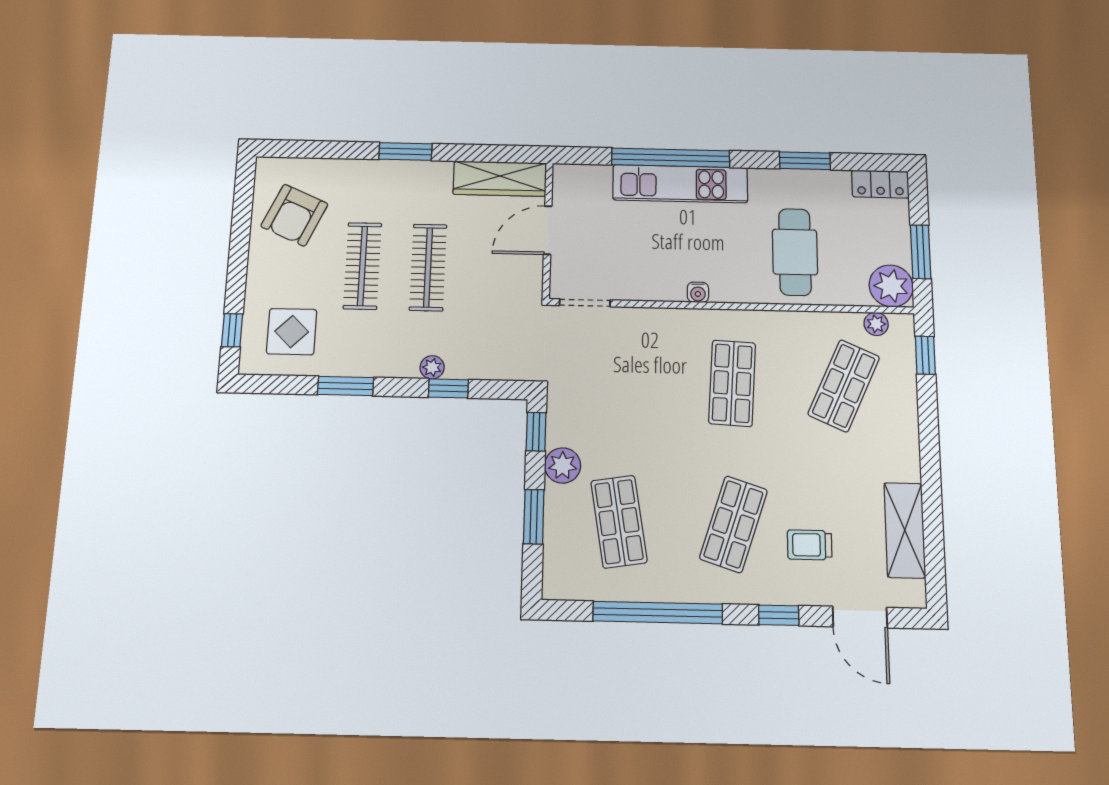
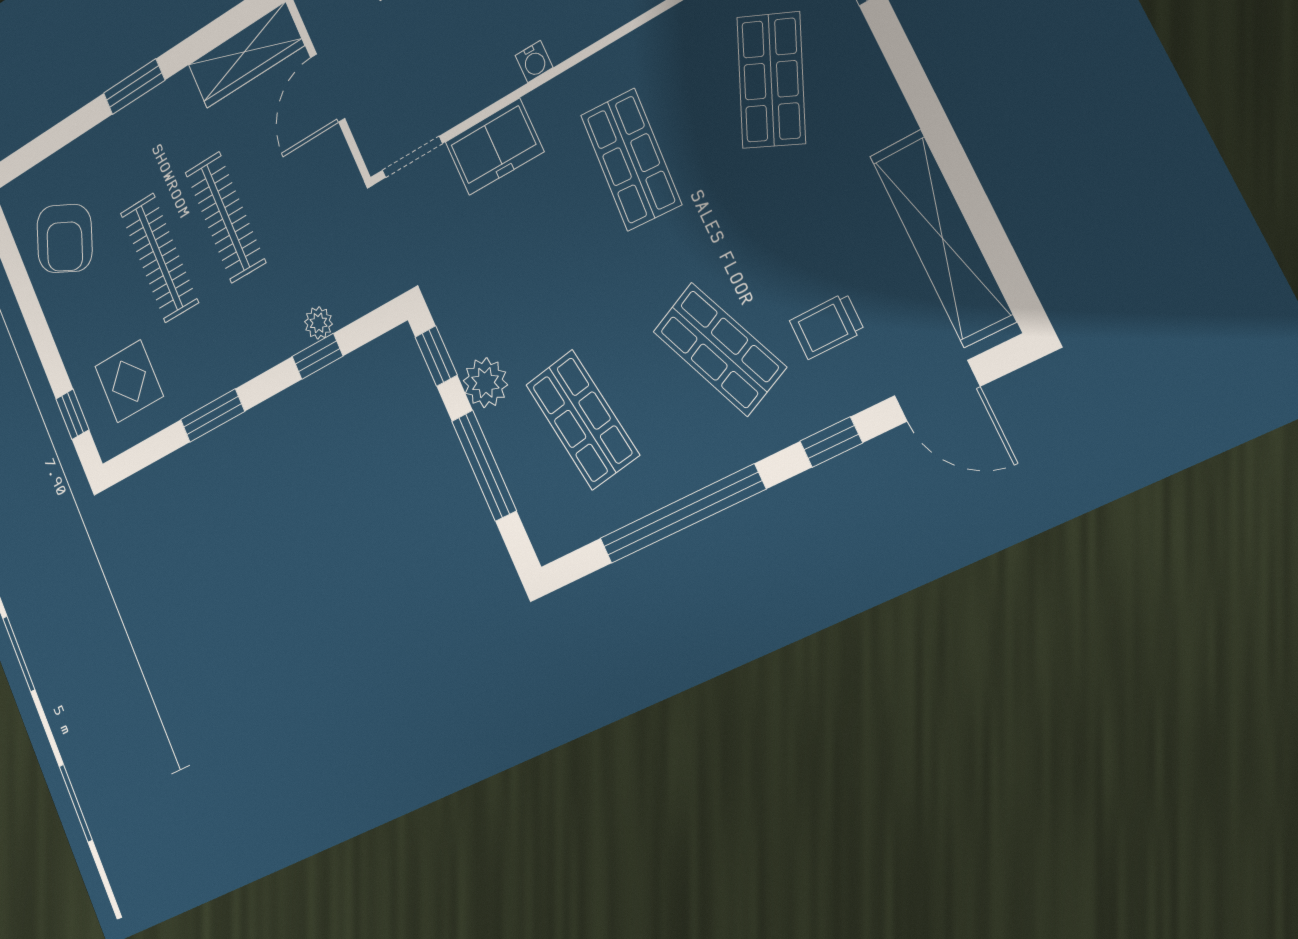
freezer: (645, 327) -> (494, 147), added
plant: (432, 367) -> (318, 323), moved
window: (534, 517) -> (484, 466), width x1.44
shop shelf: (733, 524) -> (719, 349), turned -42
shelving: (905, 530) -> (942, 238), width x1.47

